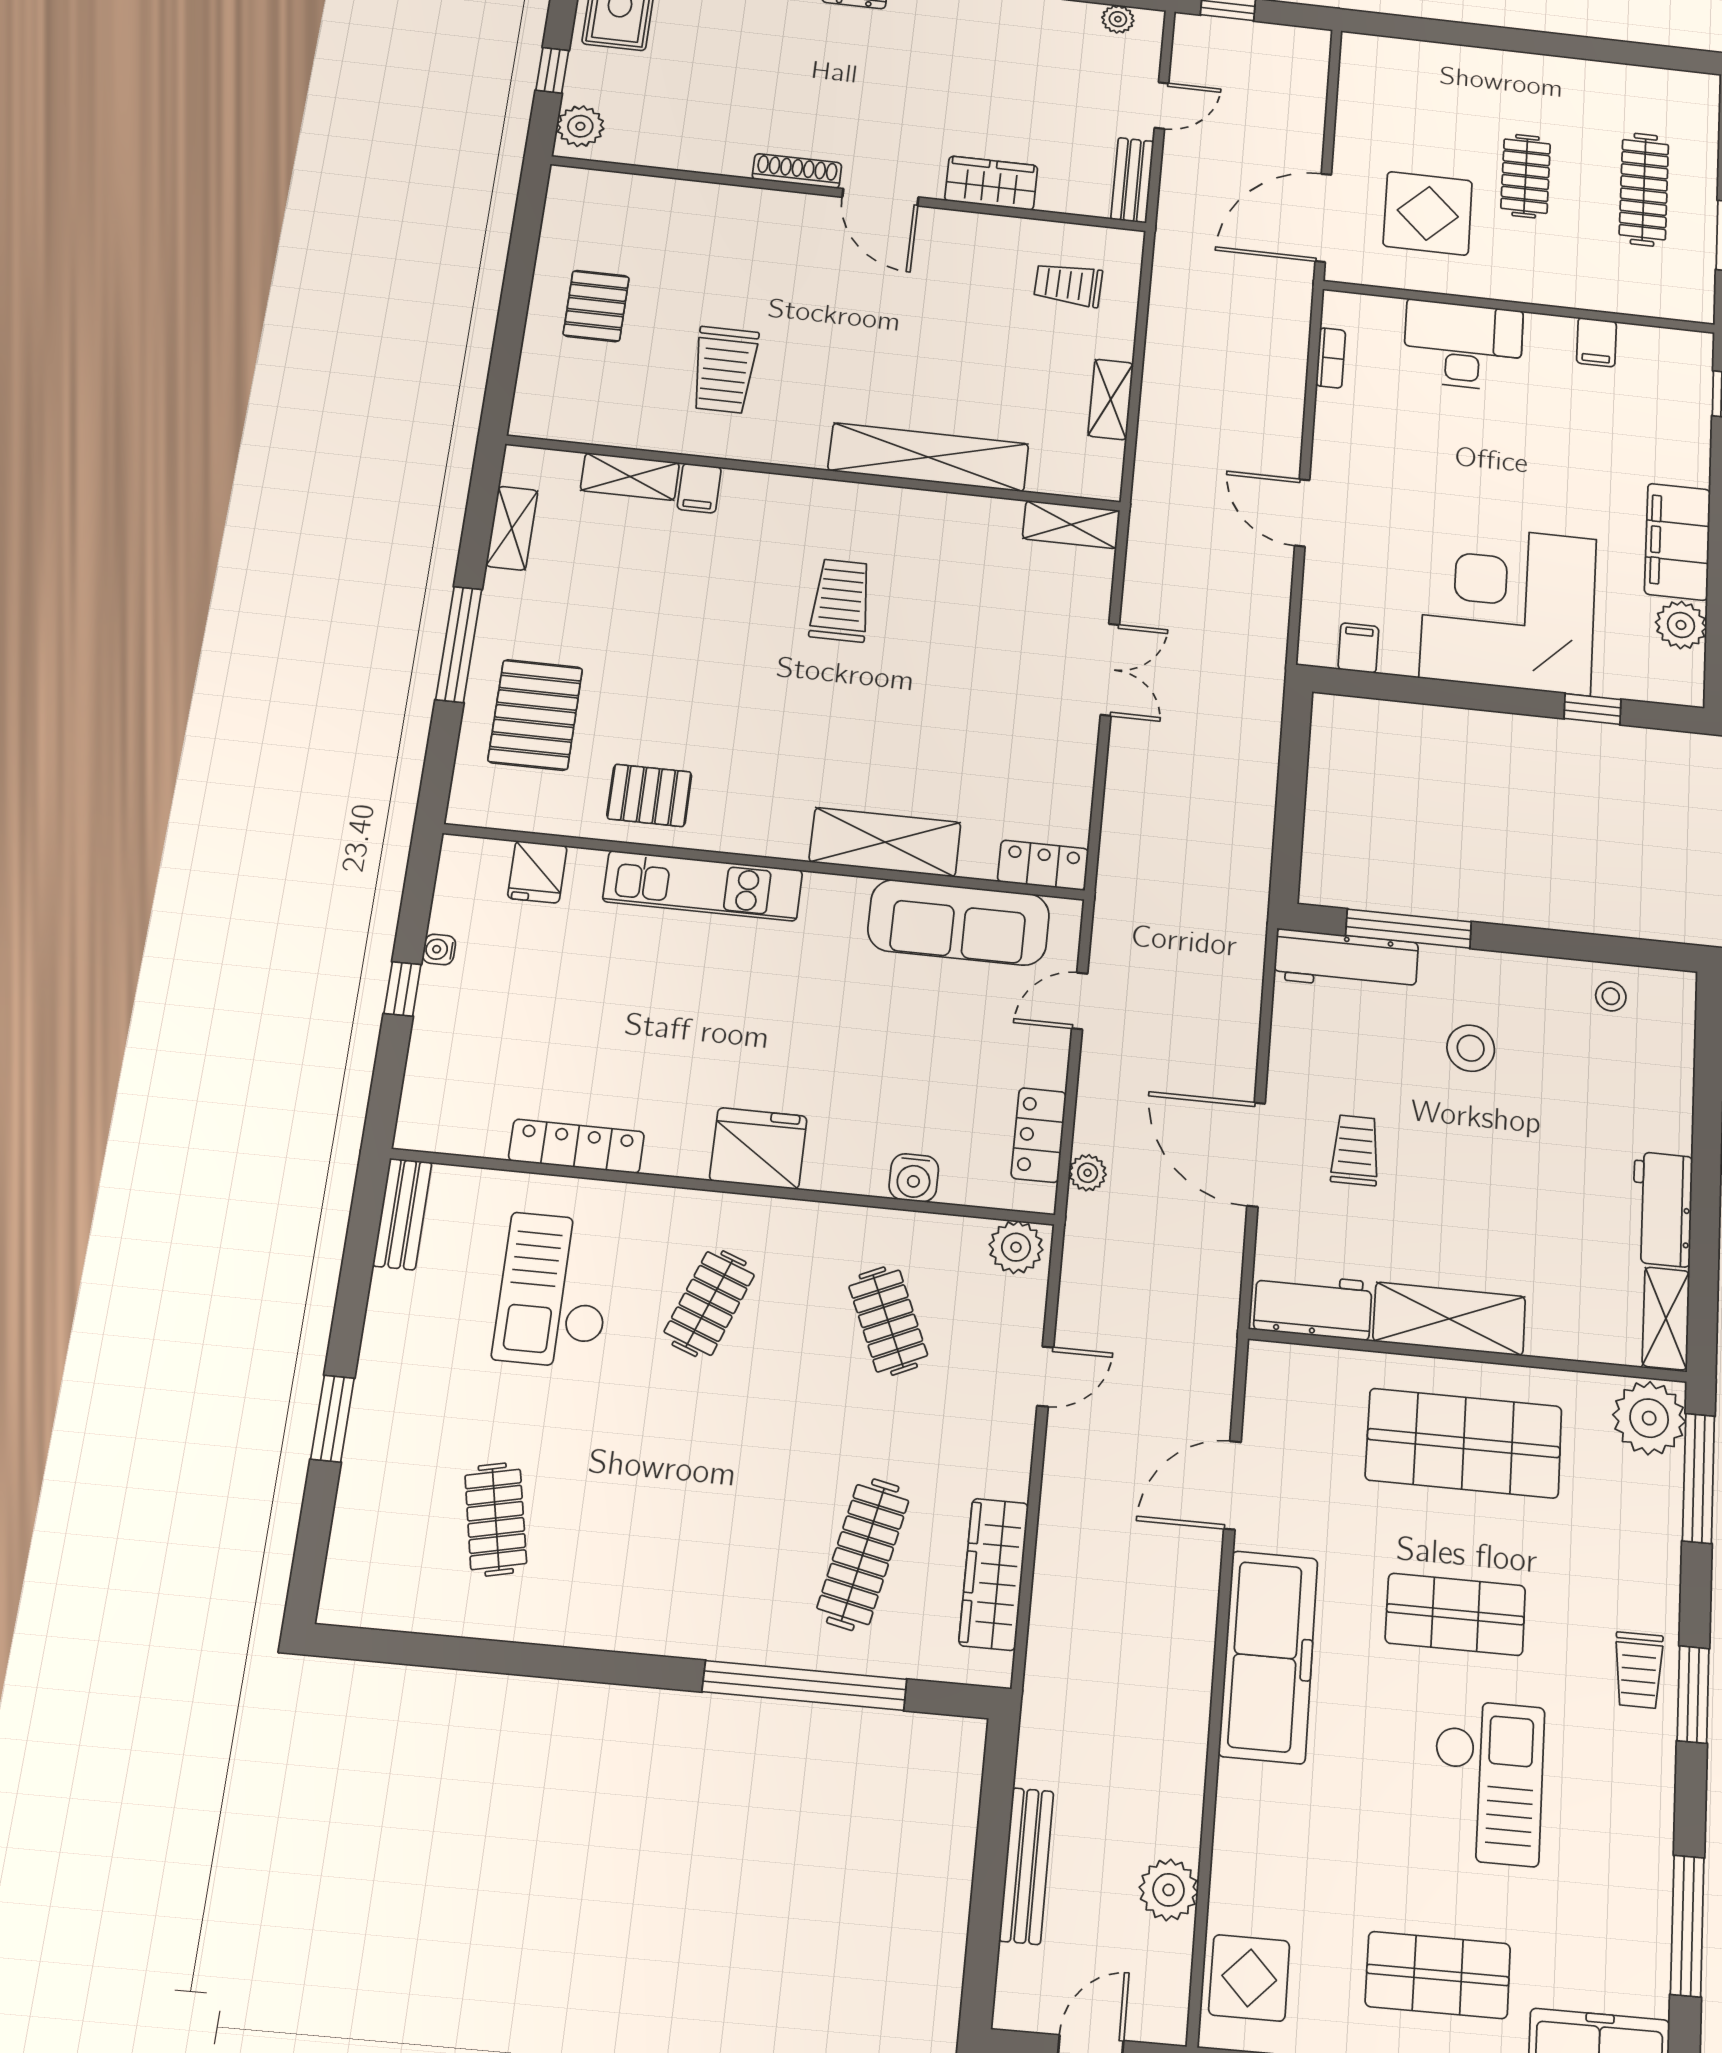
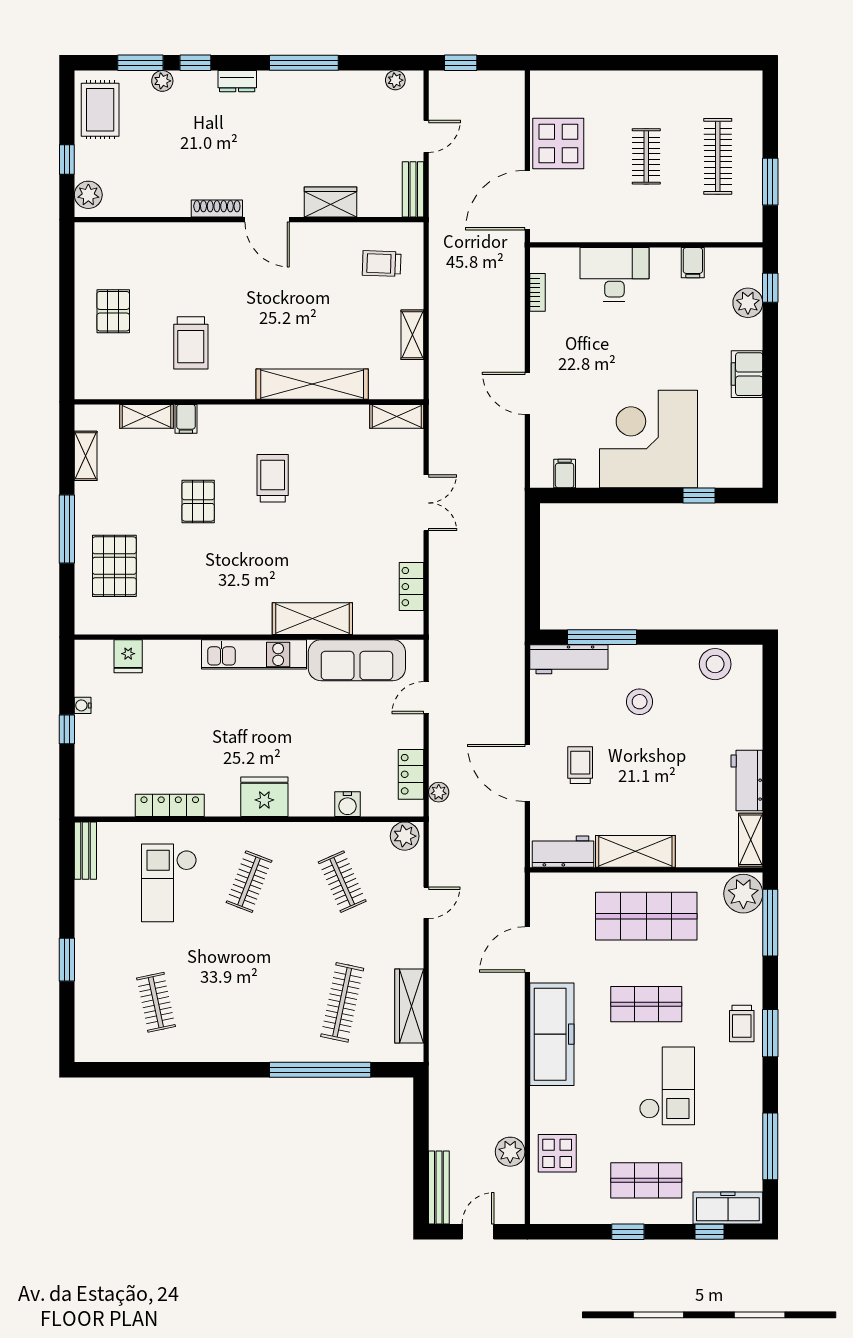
display table: (1428, 213) -> (558, 143), moved
filing cabinet: (1678, 542) -> (747, 374), width x0.67, depth x0.86
plant: (1681, 625) -> (748, 303), moved
pallet: (649, 795) -> (198, 502), moved, turned 90
locker: (1043, 865) -> (411, 587), moved, turned -90
kitchen unit: (703, 886) -> (254, 654), moved
stool: (1611, 996) -> (715, 664), width x1.89, depth x1.89
bench: (1026, 1866) -> (439, 1188), moved
display table: (1249, 1978) -> (557, 1153), moved

